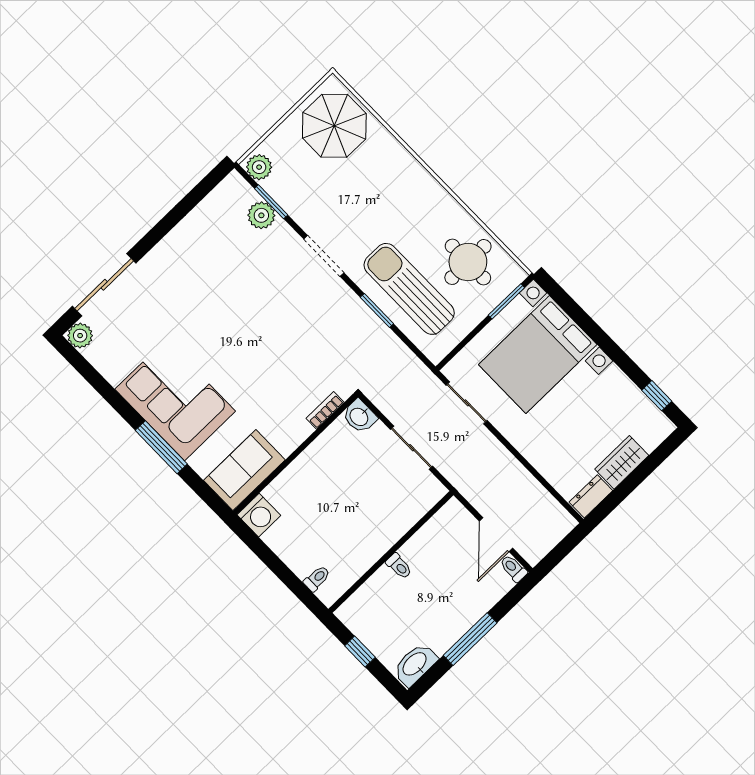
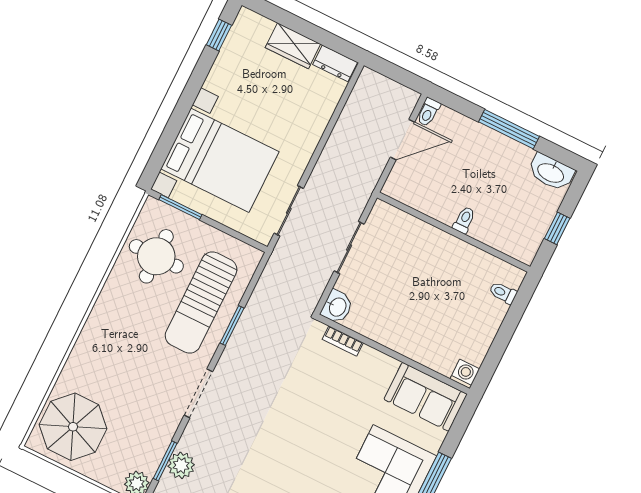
washing machine: (259, 515) -> (465, 374), width x0.73, depth x0.73

